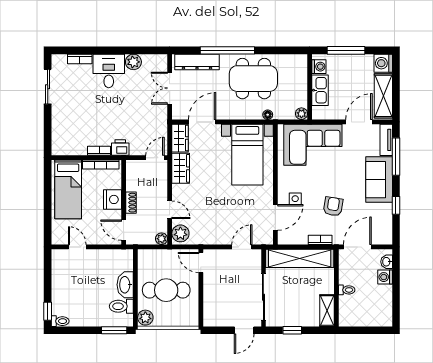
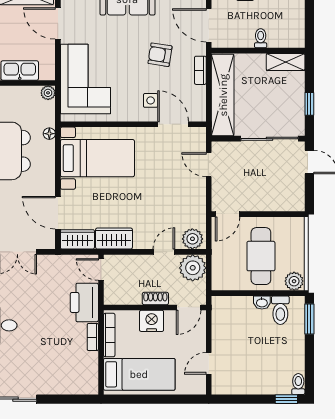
printer: (120, 148) -> (84, 302), width x1.87, depth x1.48
plant: (162, 239) -> (193, 268), width x1.88, depth x1.88
washbasin: (125, 285) -> (262, 302), width x0.52, depth x0.69

